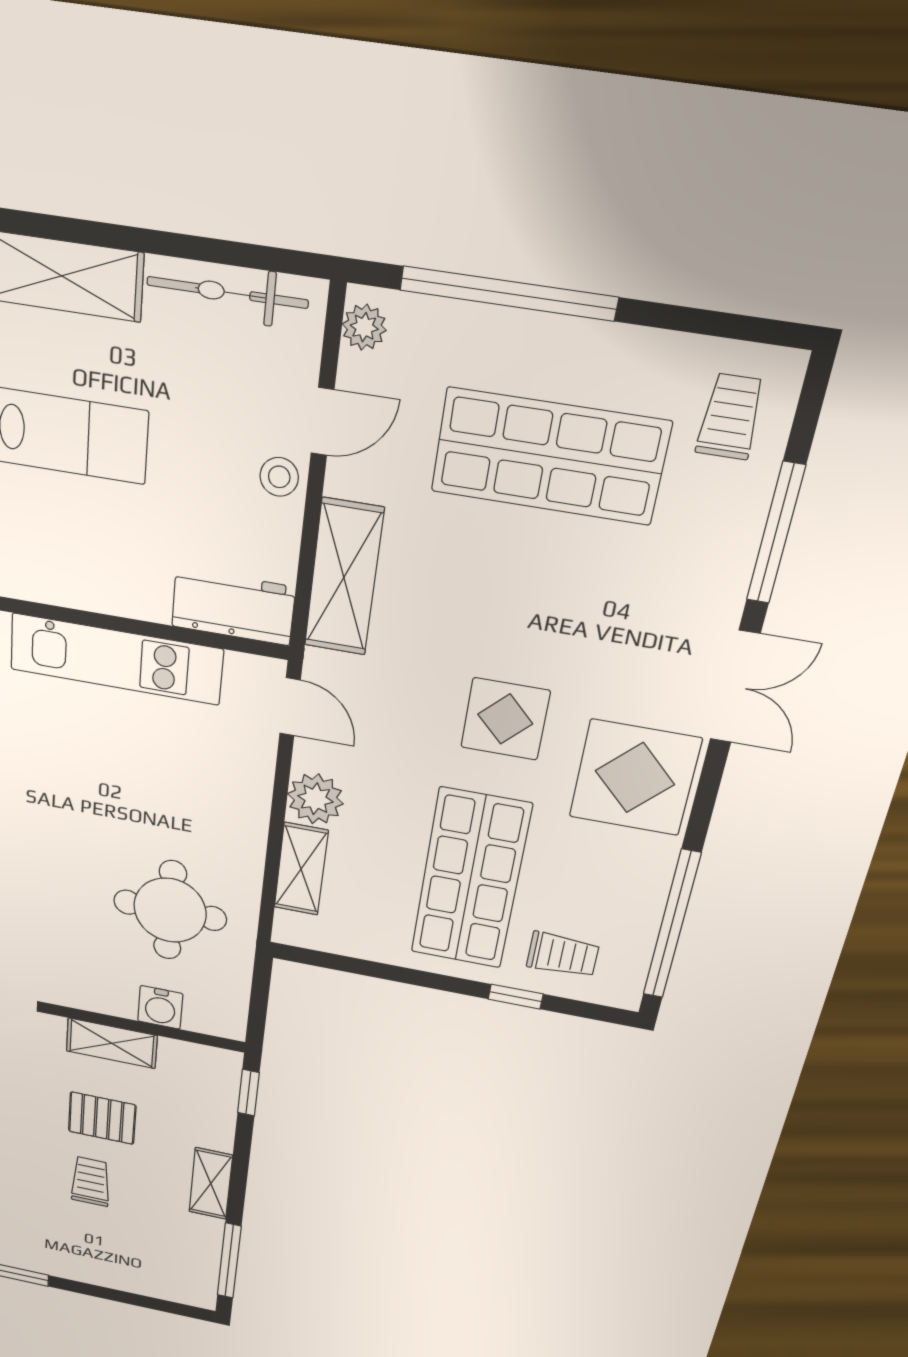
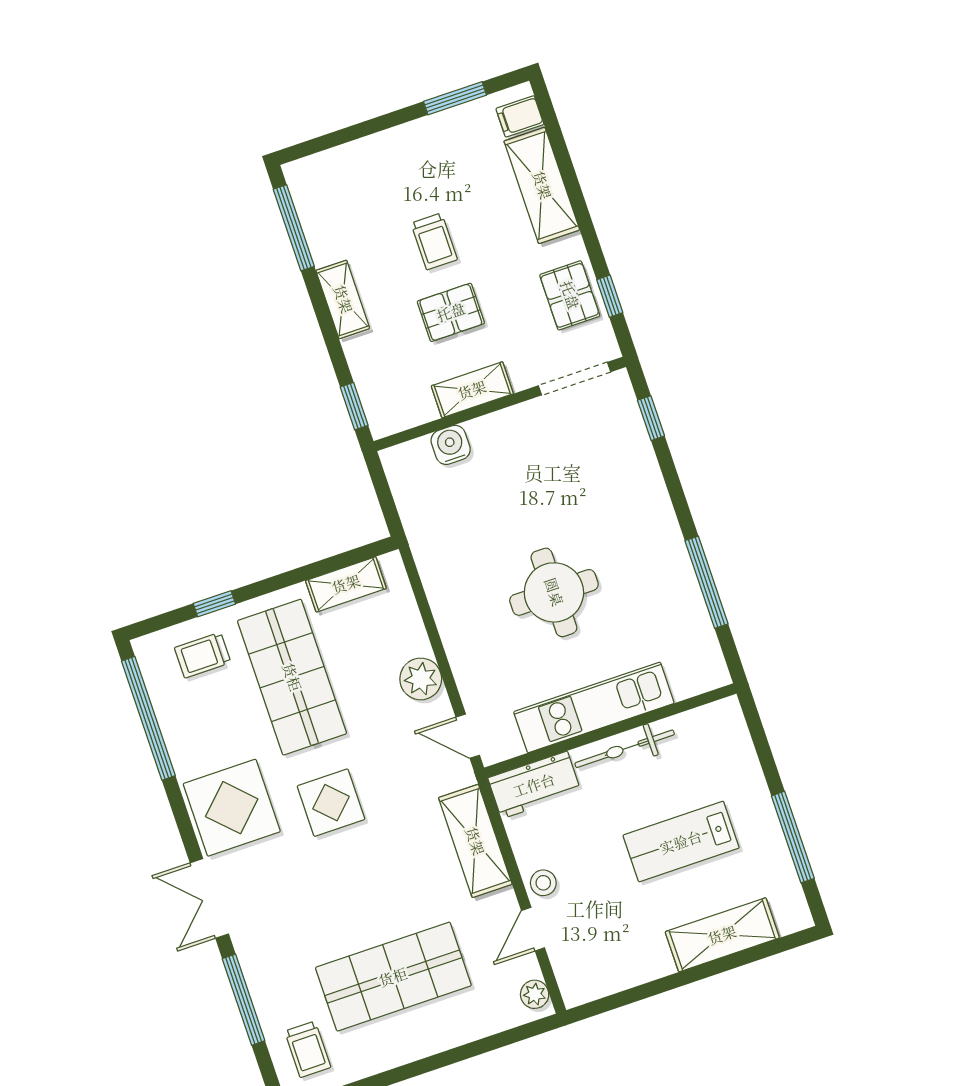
bicycle: (227, 292) -> (625, 749), moved, turned 180
window: (508, 294) -> (464, 1052), removed
shelving: (301, 869) -> (346, 584), moved, turned 90
round table: (170, 910) -> (554, 592), moved

